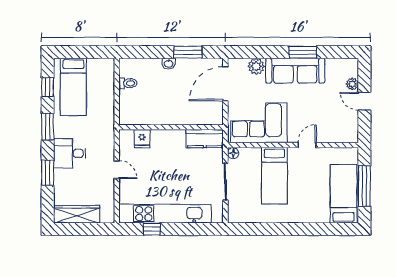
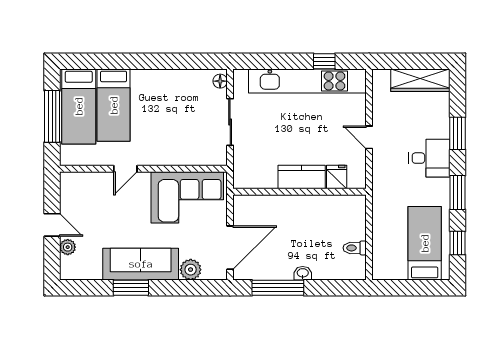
window: (188, 52) -> (278, 288), width x1.44
kitchen counter: (205, 139) -> (302, 177), moved
floor lamp: (233, 153) -> (220, 81), moved
bed: (274, 176) -> (114, 105), moved, turned 180

